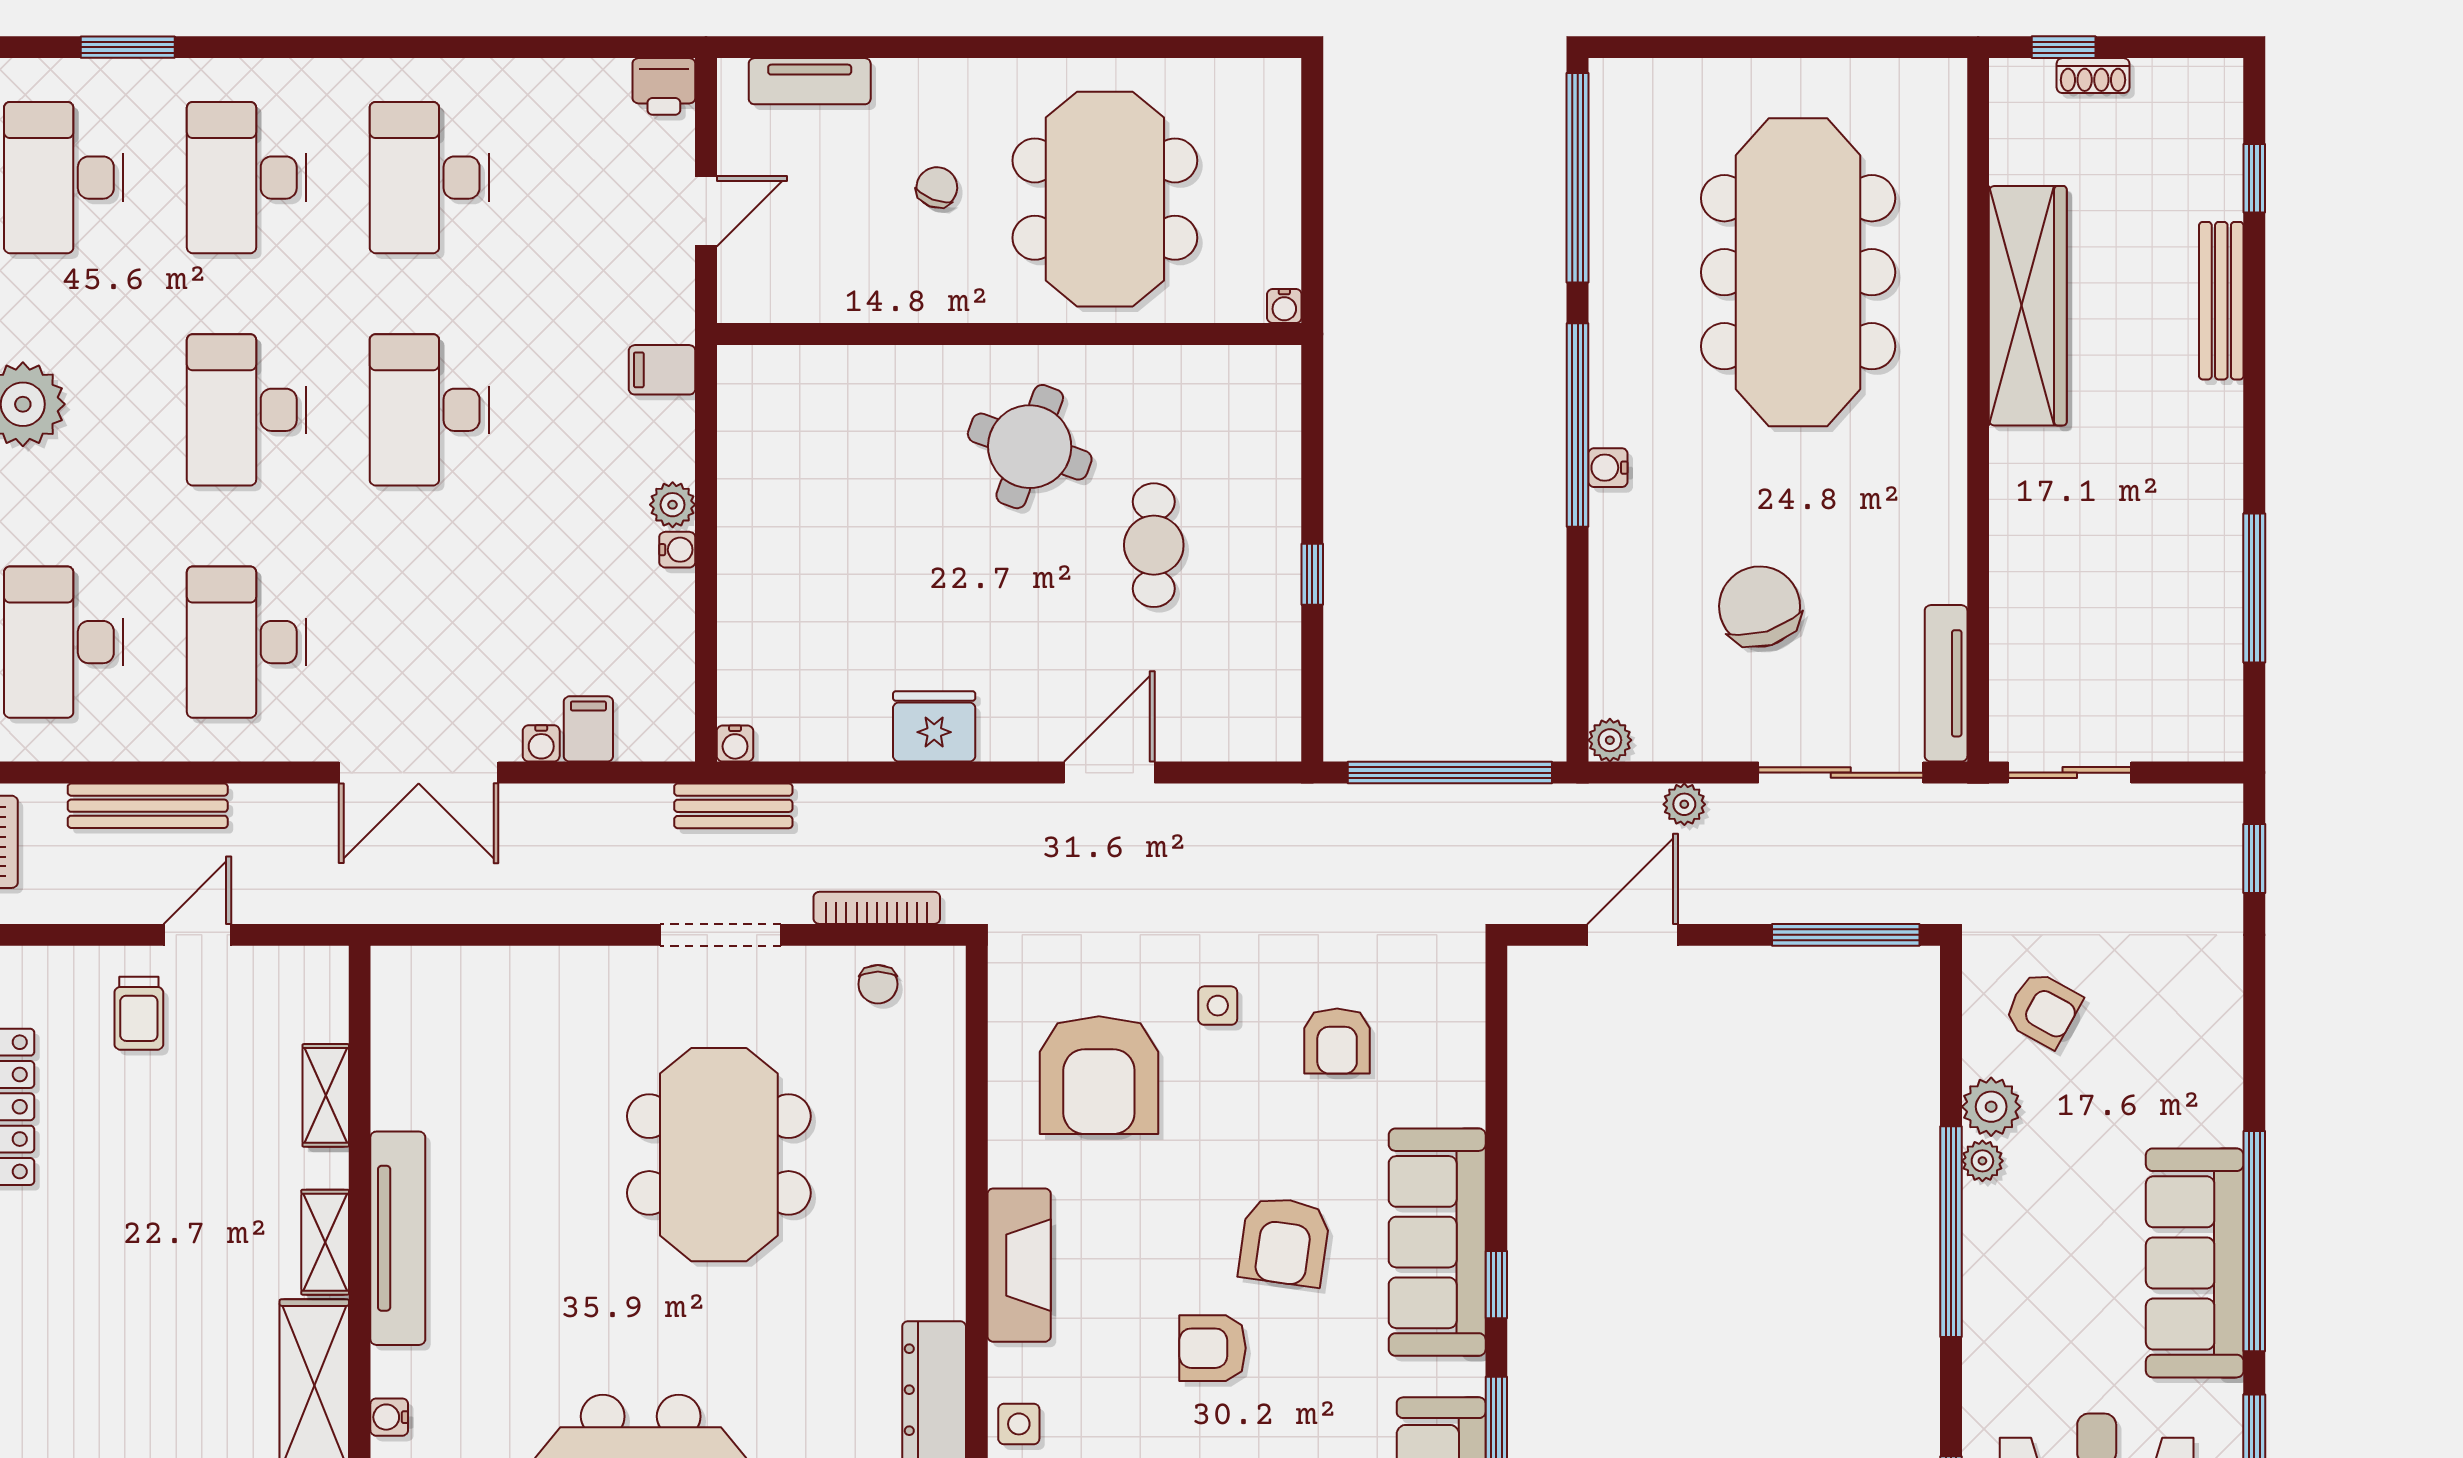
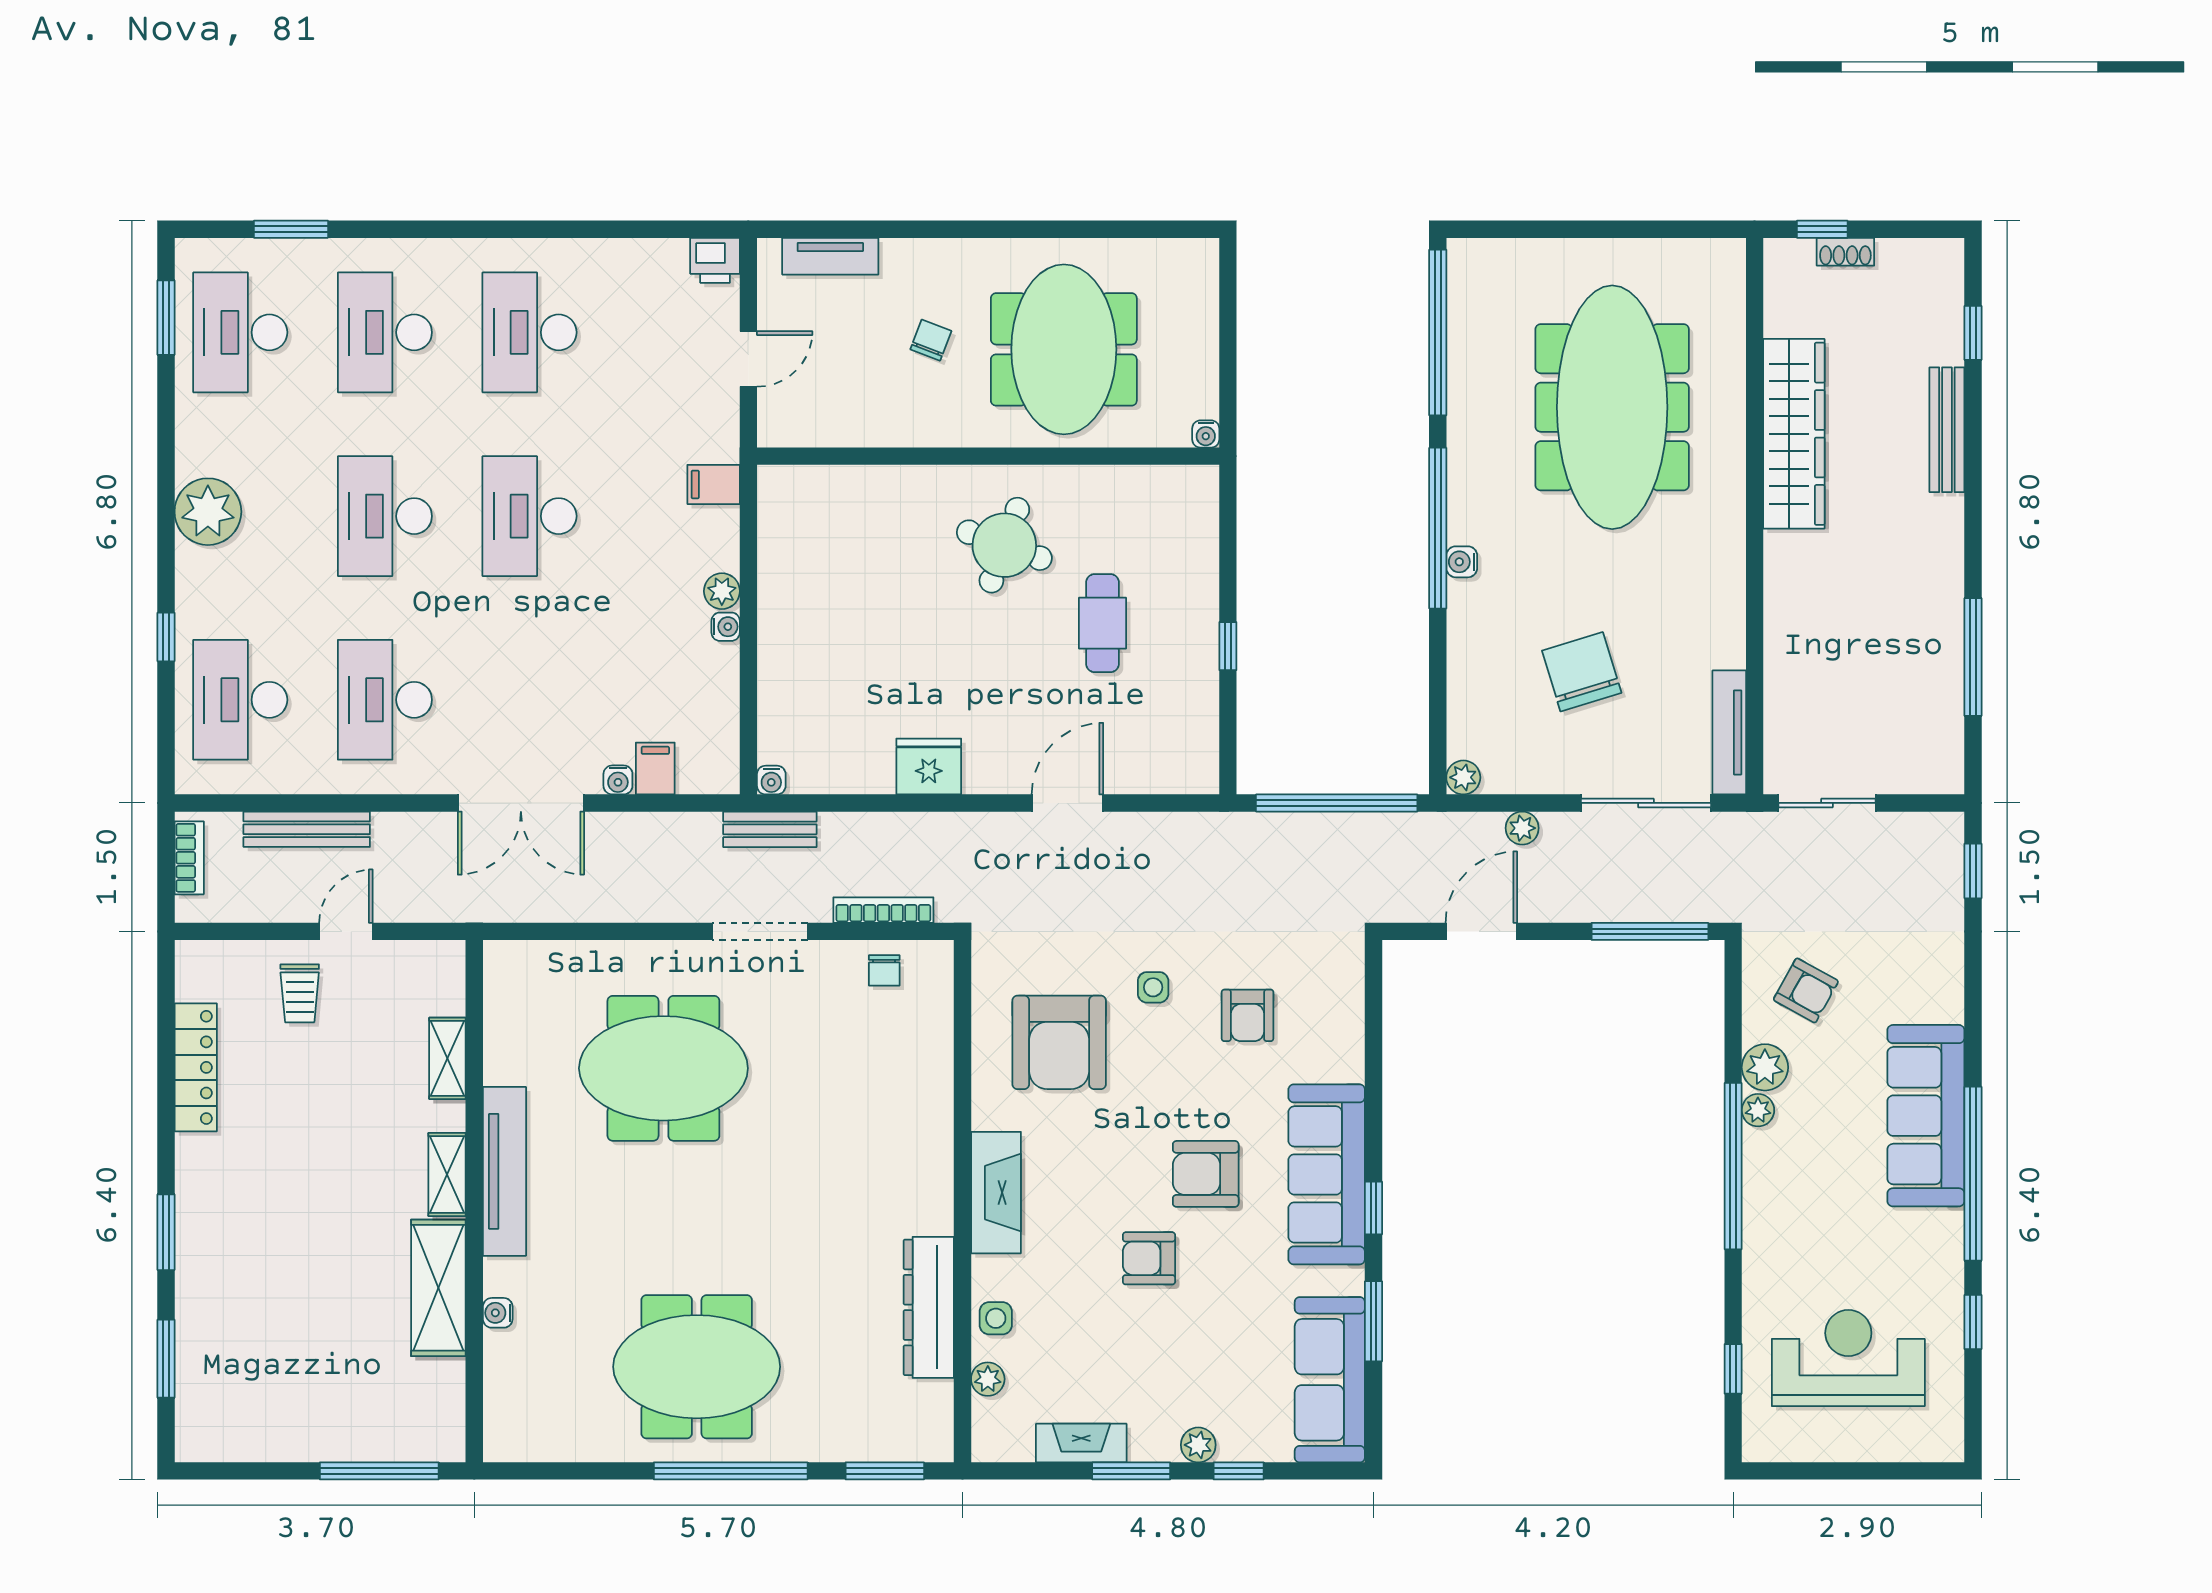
meeting table: (719, 1155) -> (663, 1068), moved, turned 90
armchair: (1284, 1241) -> (1206, 1174), turned 82
sofa: (2195, 1263) -> (1926, 1116), moved

